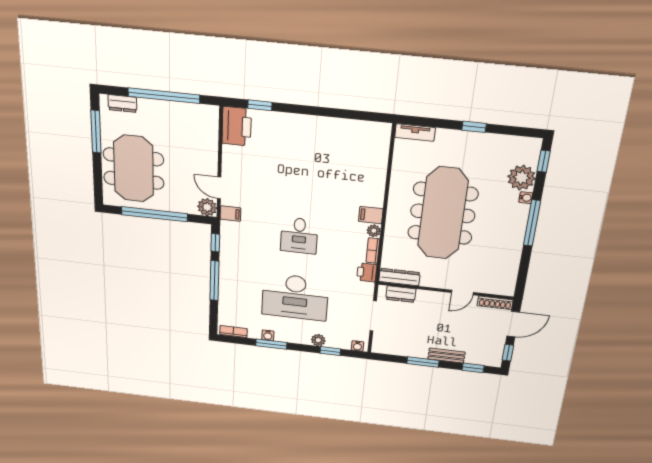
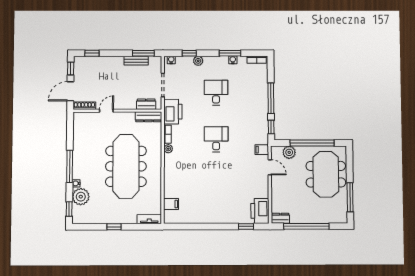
dresser: (122, 104) -> (280, 218), moved
plant: (207, 207) -> (289, 152), moved
filing cabinet: (371, 215) -> (171, 204), moved
printer: (367, 272) -> (173, 112), width x1.87, depth x1.48
desk: (295, 297) -> (216, 93), width x0.53, depth x0.77
bench: (446, 356) -> (136, 61), moved
window: (423, 362) -> (143, 53), moved

